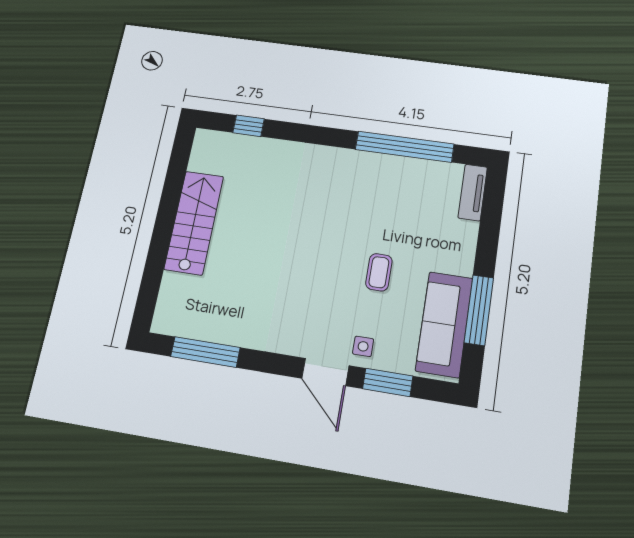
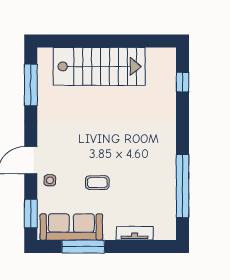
tv unit: (473, 193) -> (135, 233), moved
stairs: (194, 223) -> (99, 66), width x1.36, depth x1.51
window: (388, 382) -> (31, 214), moved

